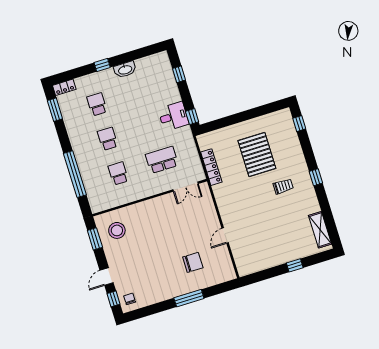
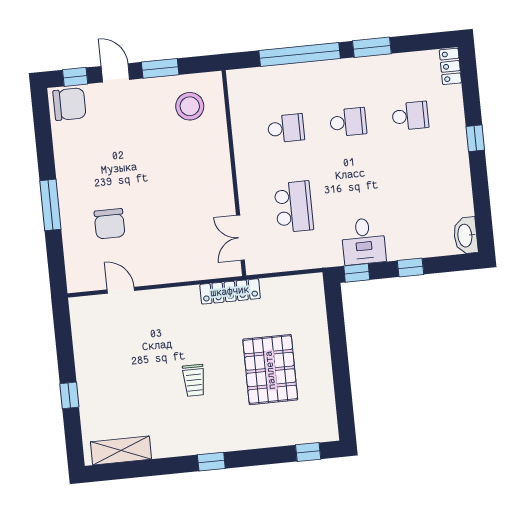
washbasin: (125, 70) -> (466, 235), moved
window: (179, 74) -> (410, 267), moved
window: (55, 110) -> (372, 47), moved
pallet: (257, 154) -> (270, 370), turned 90
locker: (211, 167) -> (230, 291), moved
trolley: (283, 186) -> (194, 380), moved
door: (225, 236) -> (121, 290), moved
window: (95, 239) -> (160, 68), moved
chair: (130, 299) -> (69, 104), width x1.87, depth x1.87

